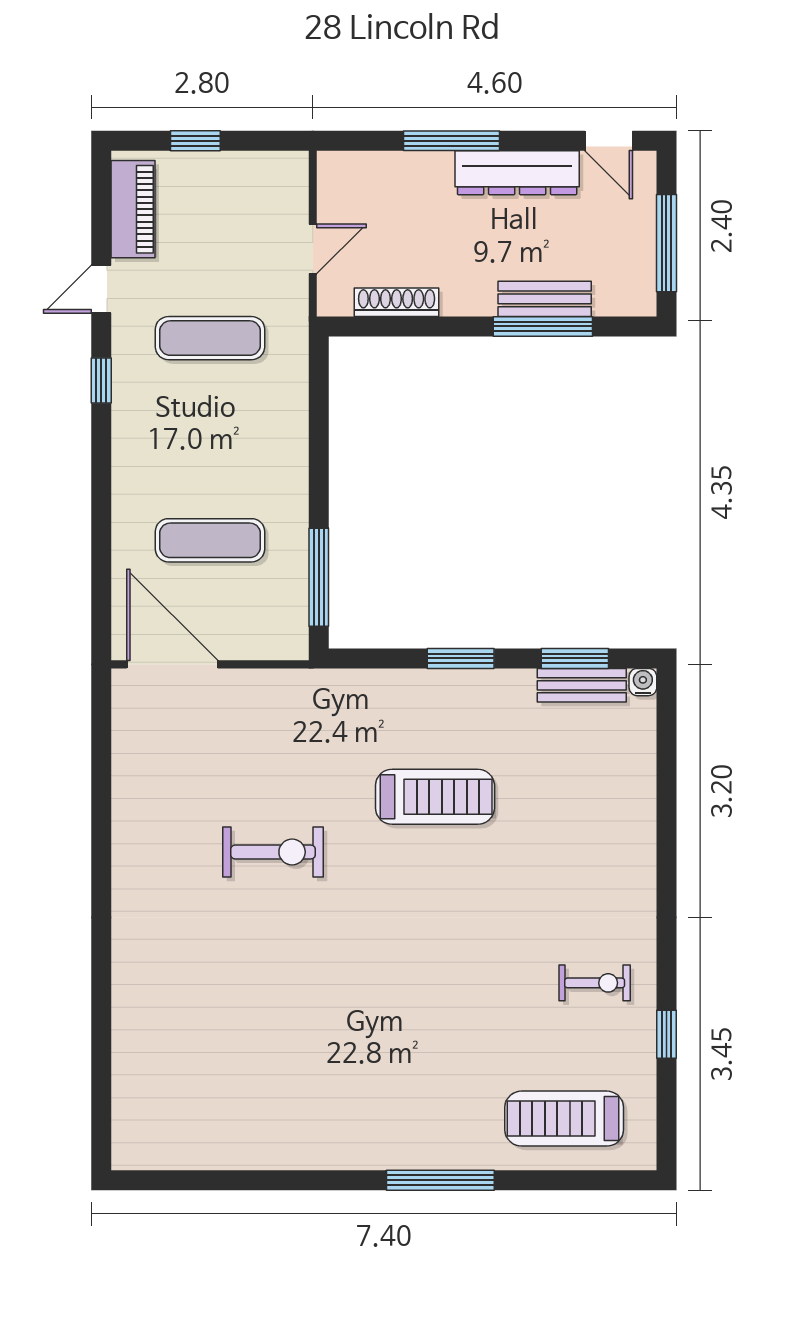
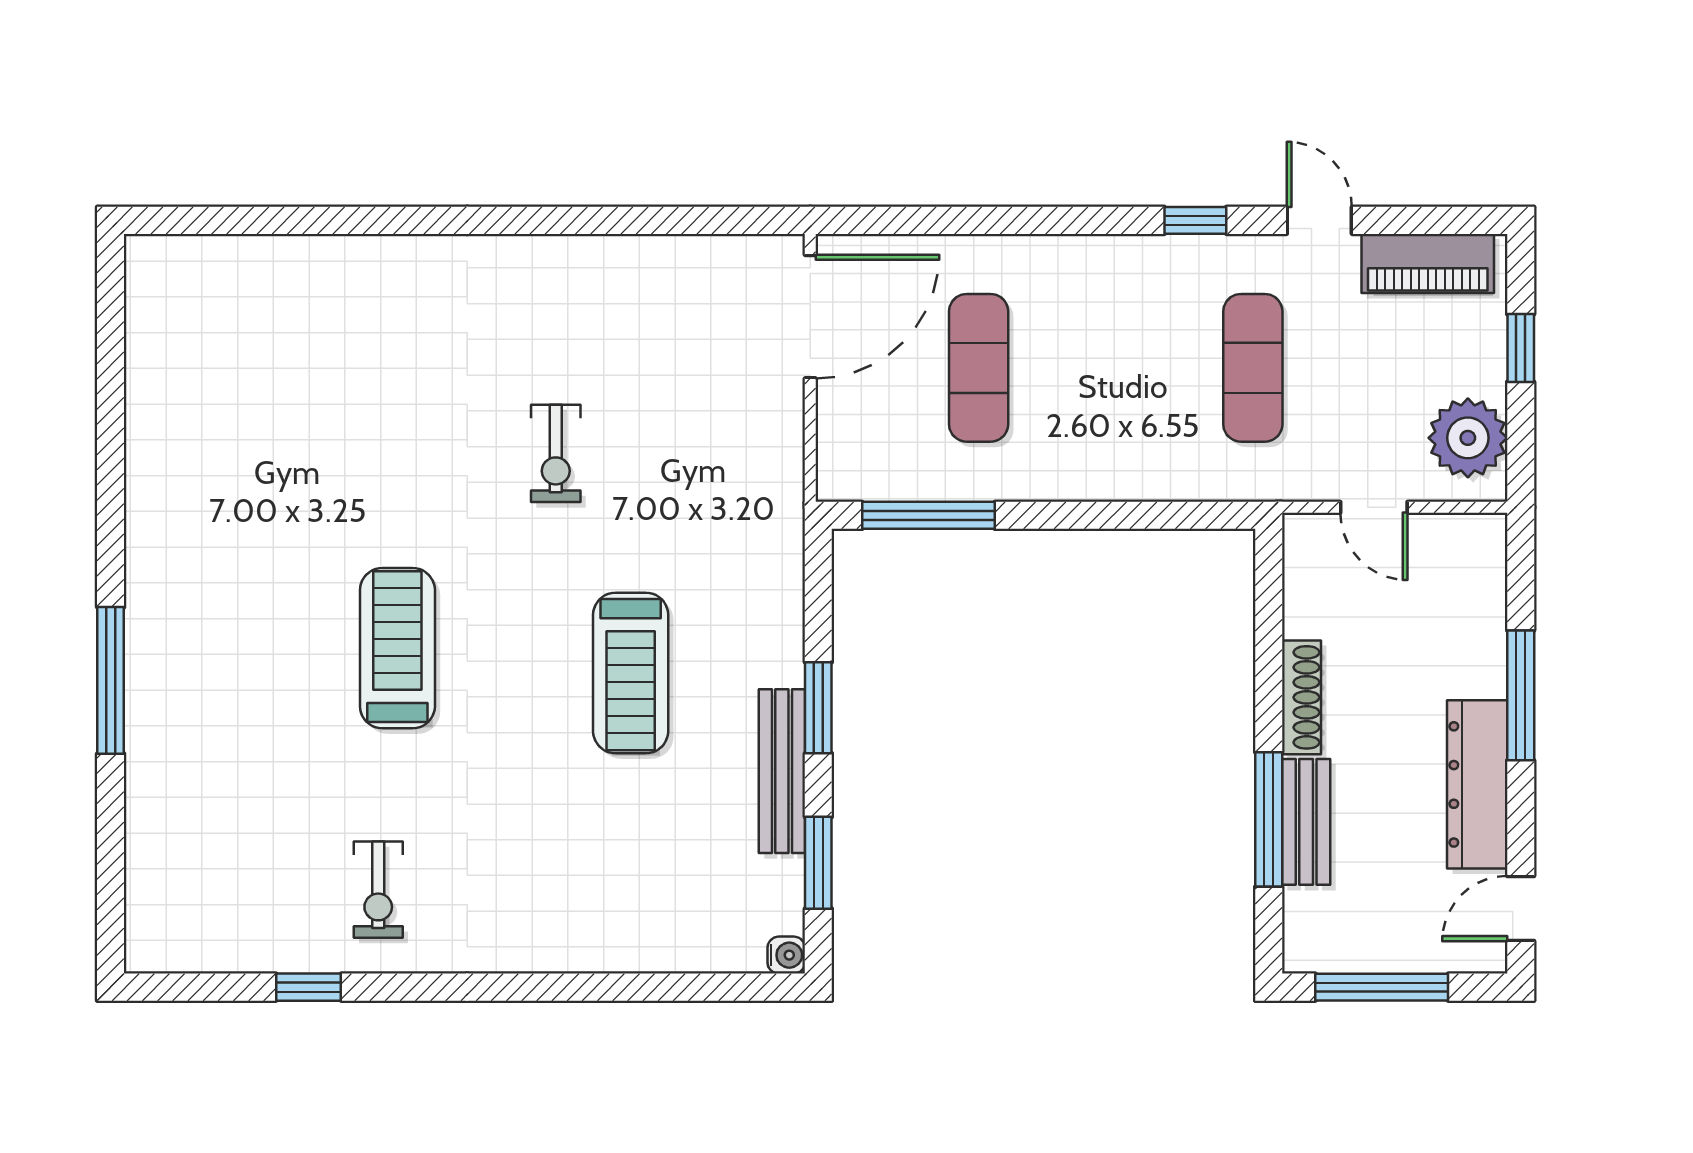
plant: (262, 180) -> (1468, 438), added
shoe rack: (397, 302) -> (1301, 697), moved
bench: (582, 685) -> (782, 771), moved, width x1.36
exercise bike: (273, 852) -> (556, 453), width x0.73, depth x0.72
treadmill: (564, 1119) -> (397, 648), moved

